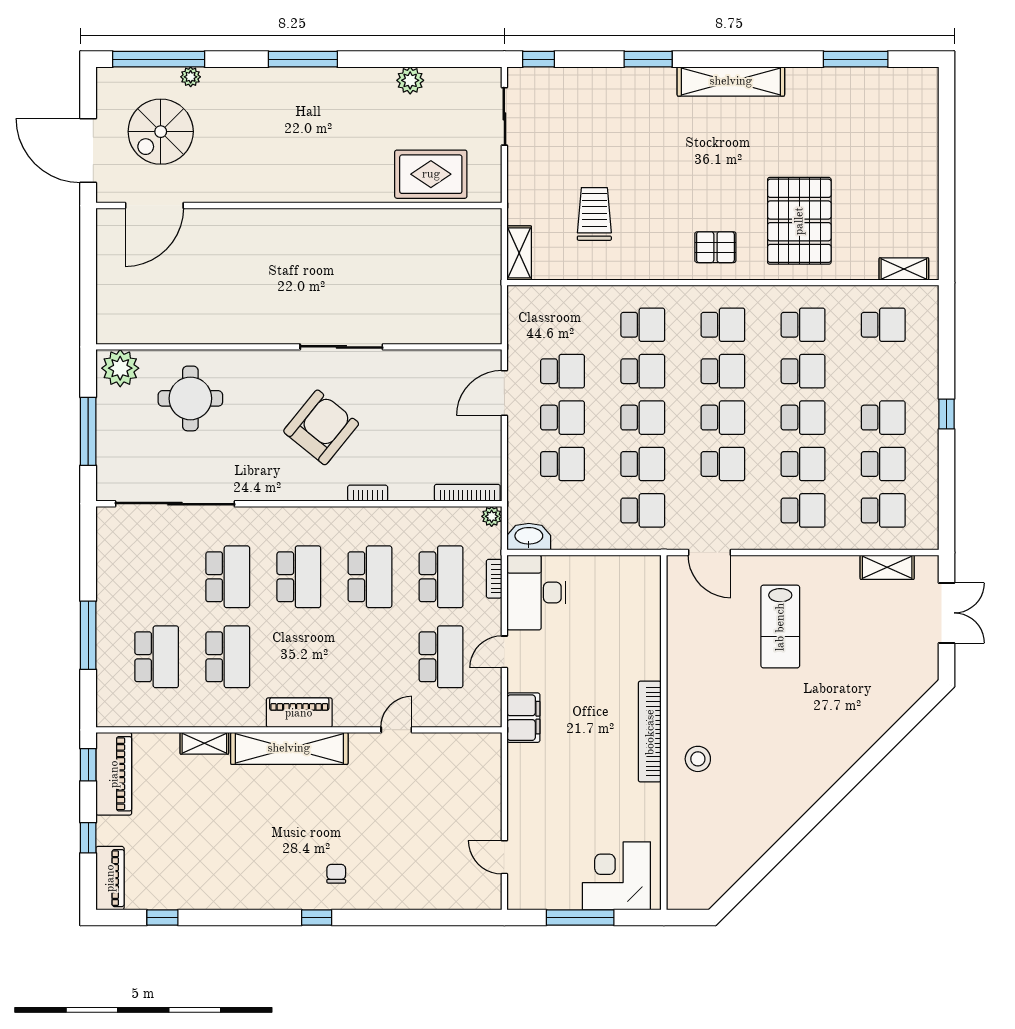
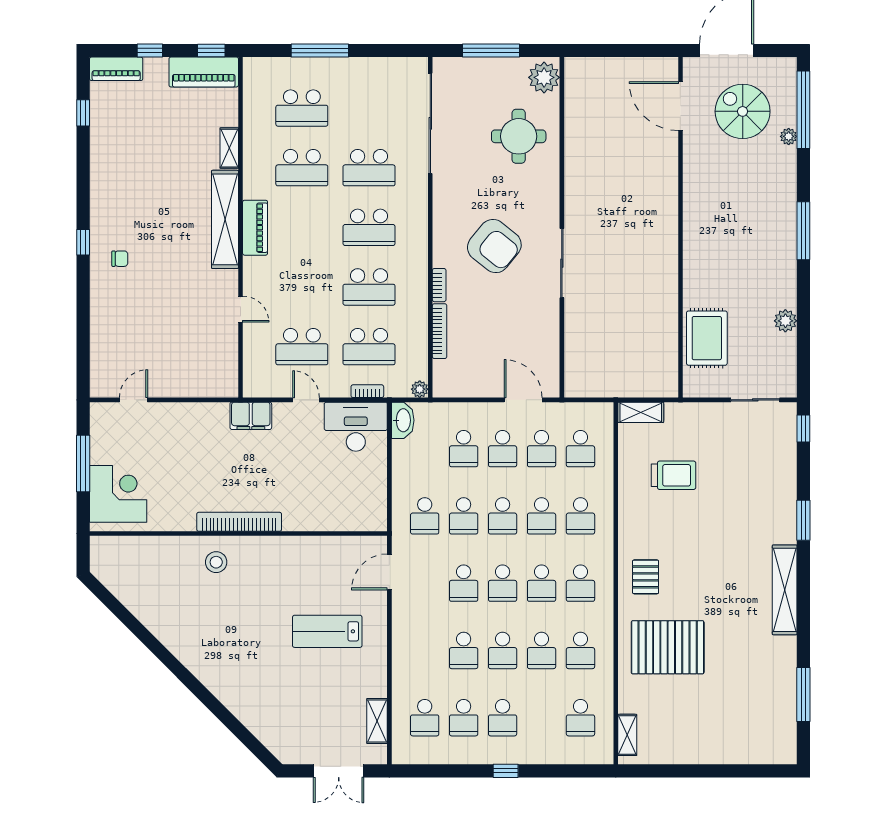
bookcase: (467, 493) -> (440, 331), moved
school desk: (803, 510) -> (580, 449), moved

